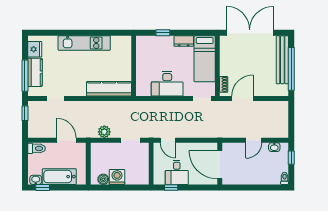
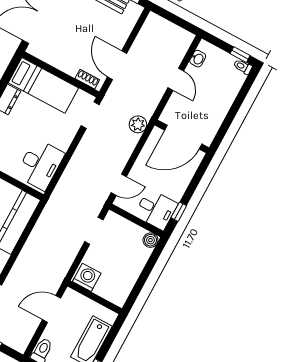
desk: (167, 84) -> (40, 165), moved
plant: (104, 132) -> (138, 124), moved
window: (291, 158) -> (240, 55), moved
desk: (177, 172) -> (156, 209), moved
washing machine: (117, 177) -> (87, 277), moved, turned 90
boiler: (103, 179) -> (150, 240), moved

